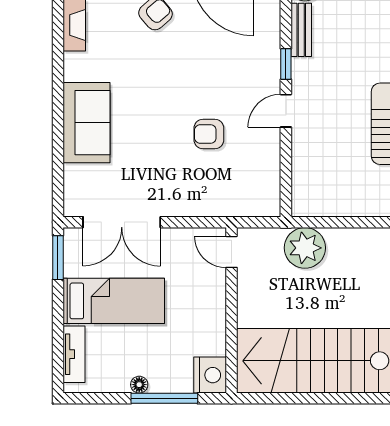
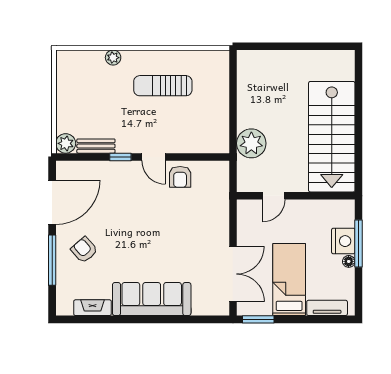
sofa: (86, 123) -> (152, 299), width x1.36
armchair: (209, 134) -> (180, 177), moved
door: (231, 252) -> (274, 196), moved
nightstand: (210, 375) -> (343, 241), moved, turned 90

